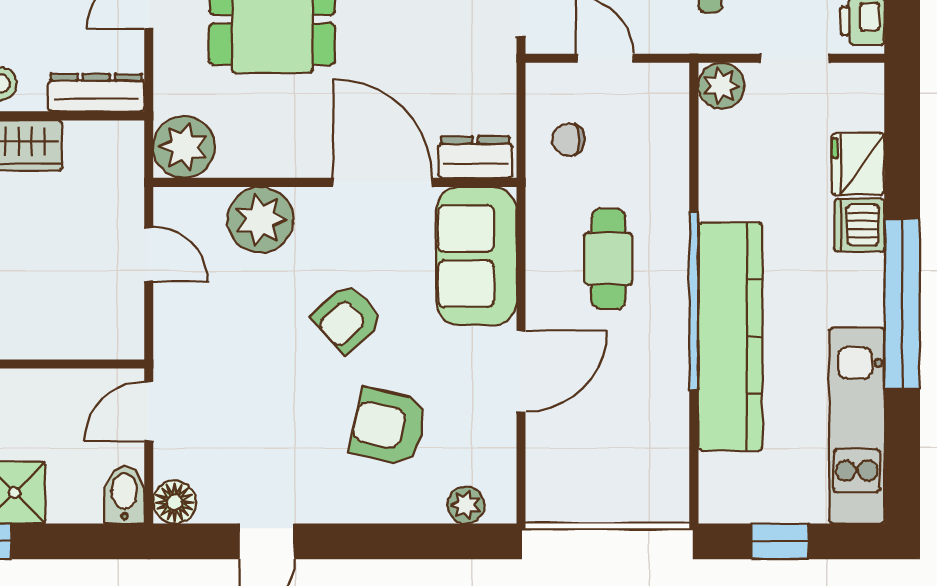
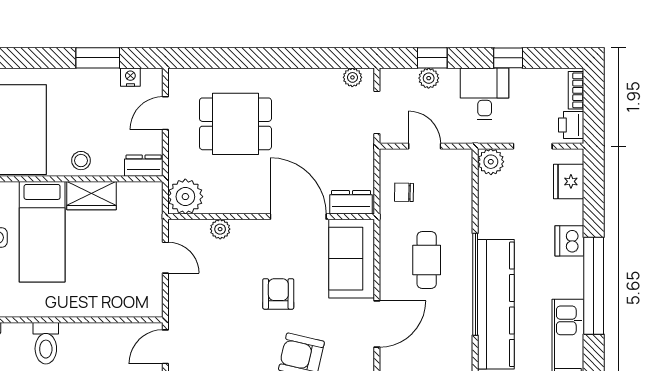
dresser: (96, 93) -> (144, 166), width x0.70
fridge: (858, 164) -> (569, 181), moved
plant: (260, 220) -> (220, 229), width x0.53, depth x0.53
armchair: (347, 318) -> (278, 294), turned 133

